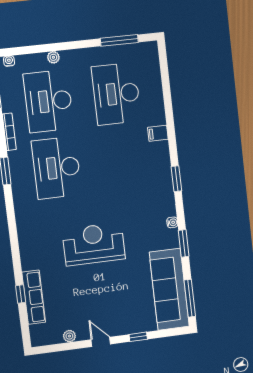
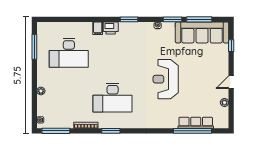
desk: (49, 101) -> (69, 98), removed
printer: (160, 153) -> (111, 28), added
window: (21, 294) -> (192, 131), width x3.17
window: (190, 298) -> (199, 19), moved
window: (138, 337) -> (231, 46), moved

